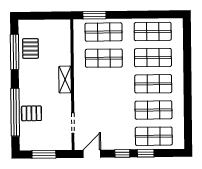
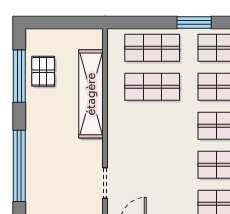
window: (94, 15) -> (194, 23), moved
shelving: (65, 80) -> (91, 94), width x2.20, depth x1.33
pallet: (31, 113) -> (43, 168), removed

